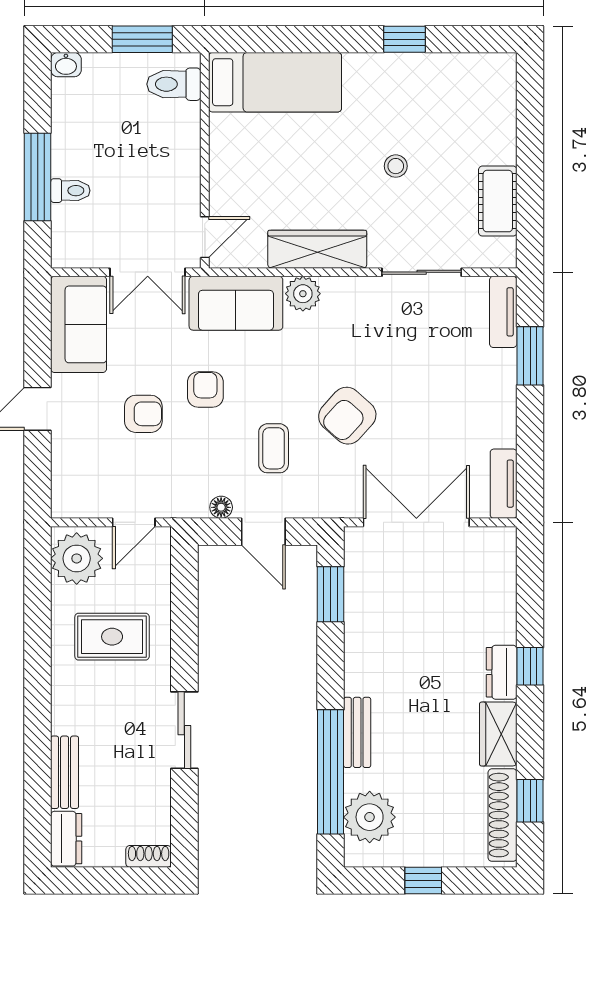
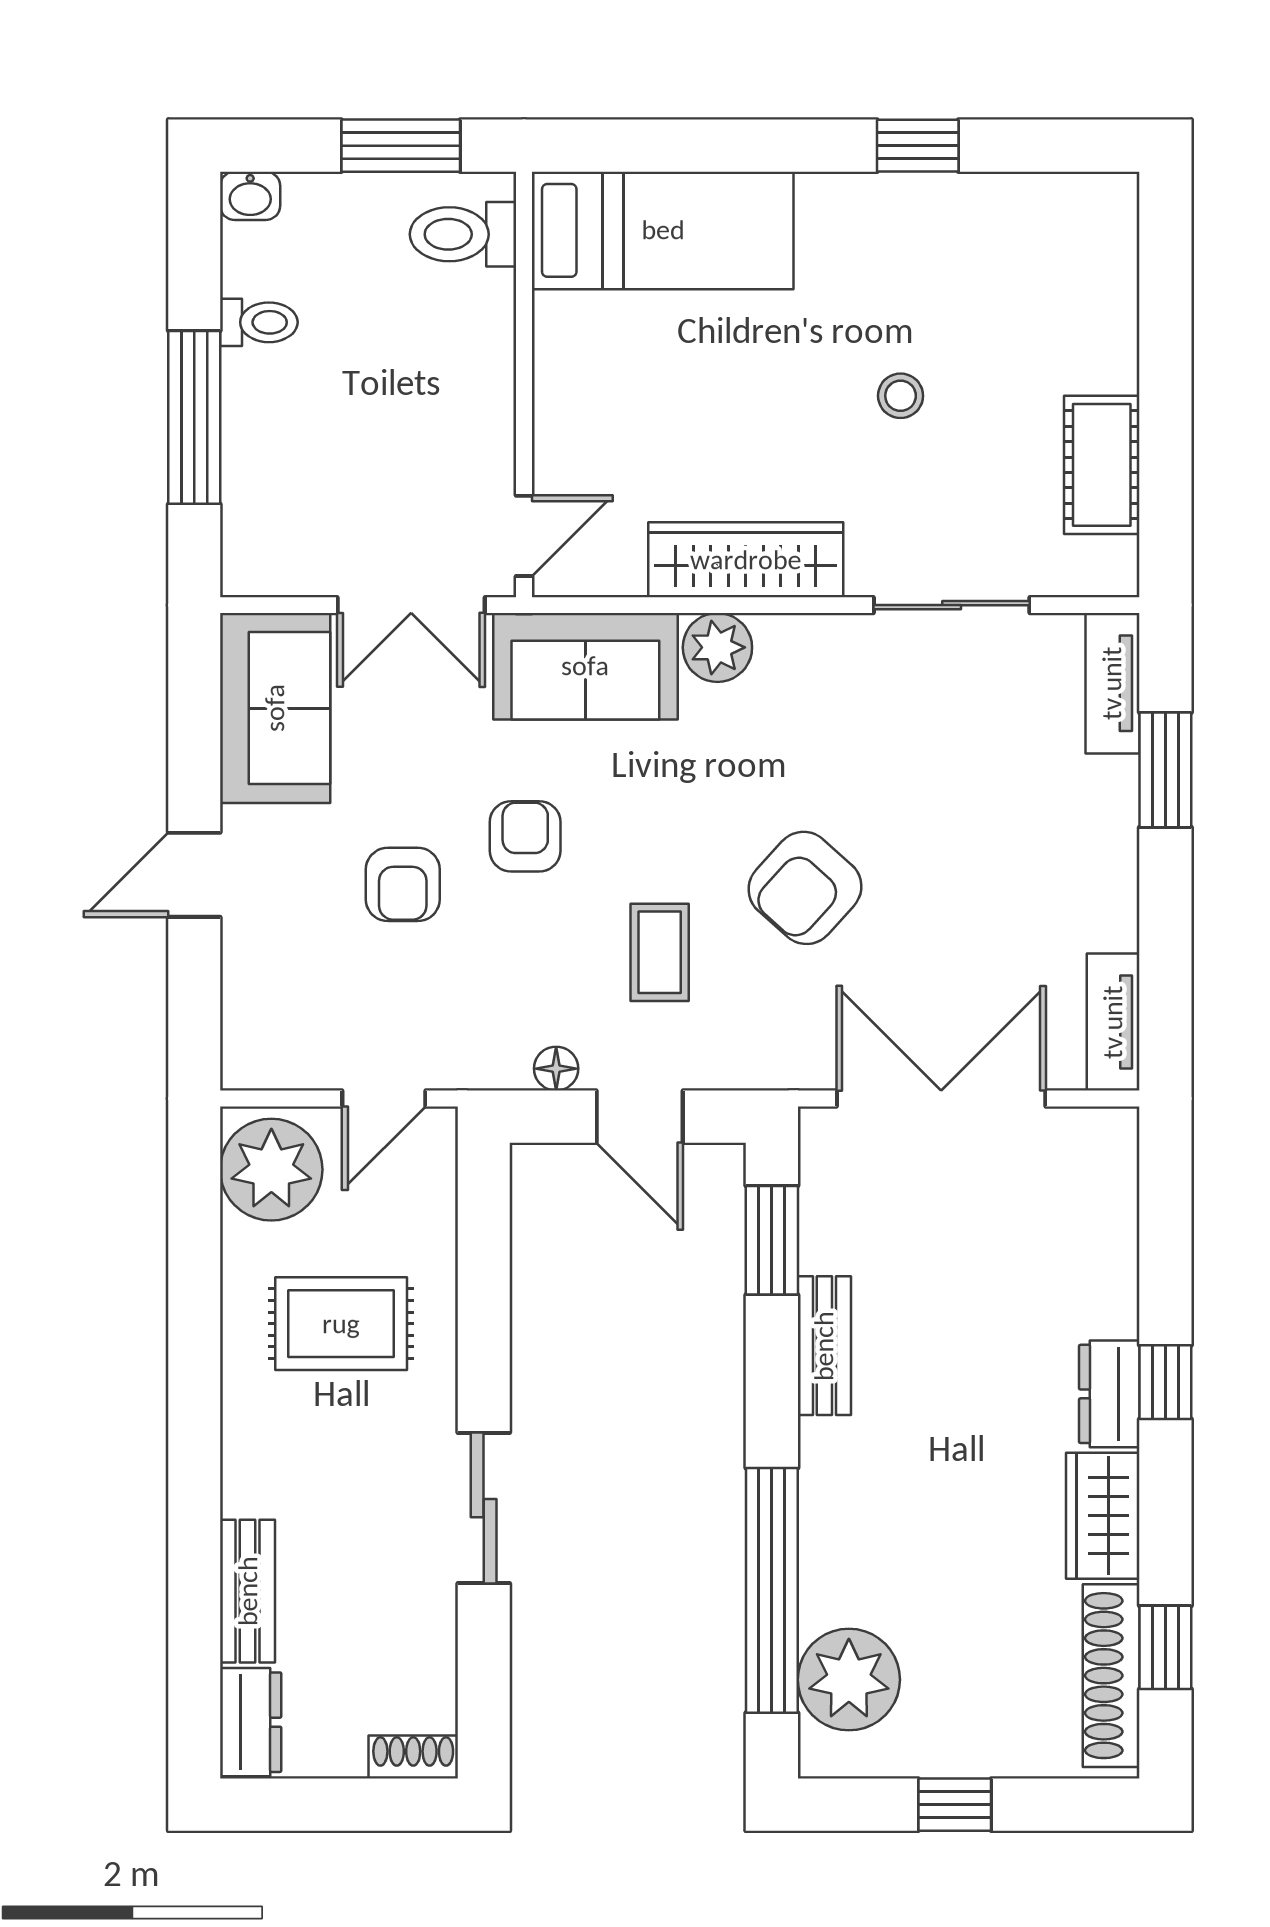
toilet: (70, 191) -> (259, 322), moved
armchair: (143, 414) -> (403, 884), turned 90
bench: (357, 732) -> (824, 1346), moved

